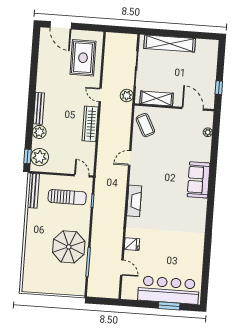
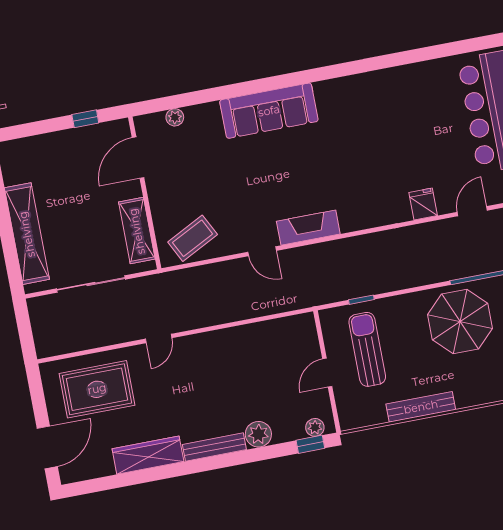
plant: (127, 96) -> (146, 288), removed
wardrobe: (90, 124) -> (148, 455), moved, turned 180
plant: (40, 157) -> (315, 427), width x0.53, depth x0.53
door: (82, 176) -> (327, 373), moved
sofa: (199, 180) -> (269, 111), width x1.36
bench: (33, 191) -> (421, 407), moved
fireplace: (134, 201) -> (308, 228), moved

